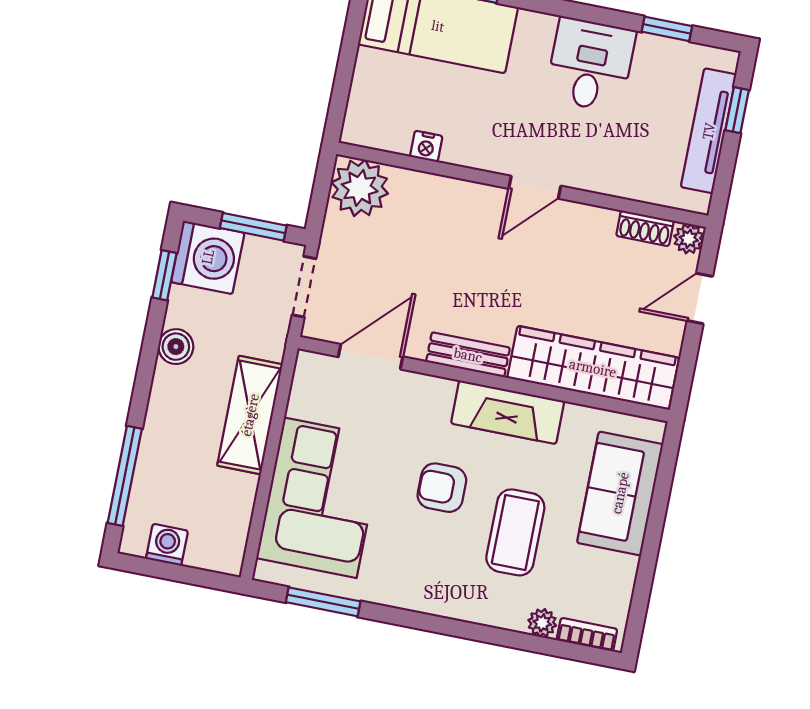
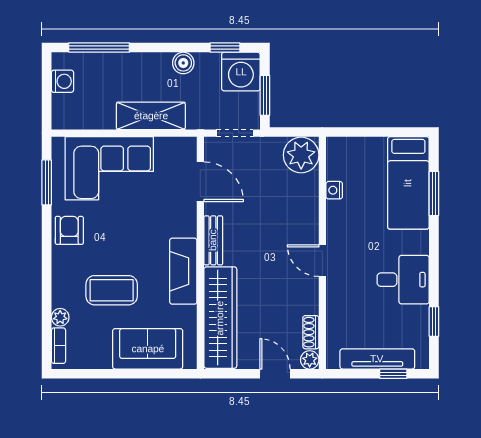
armchair: (442, 488) -> (69, 230), moved

